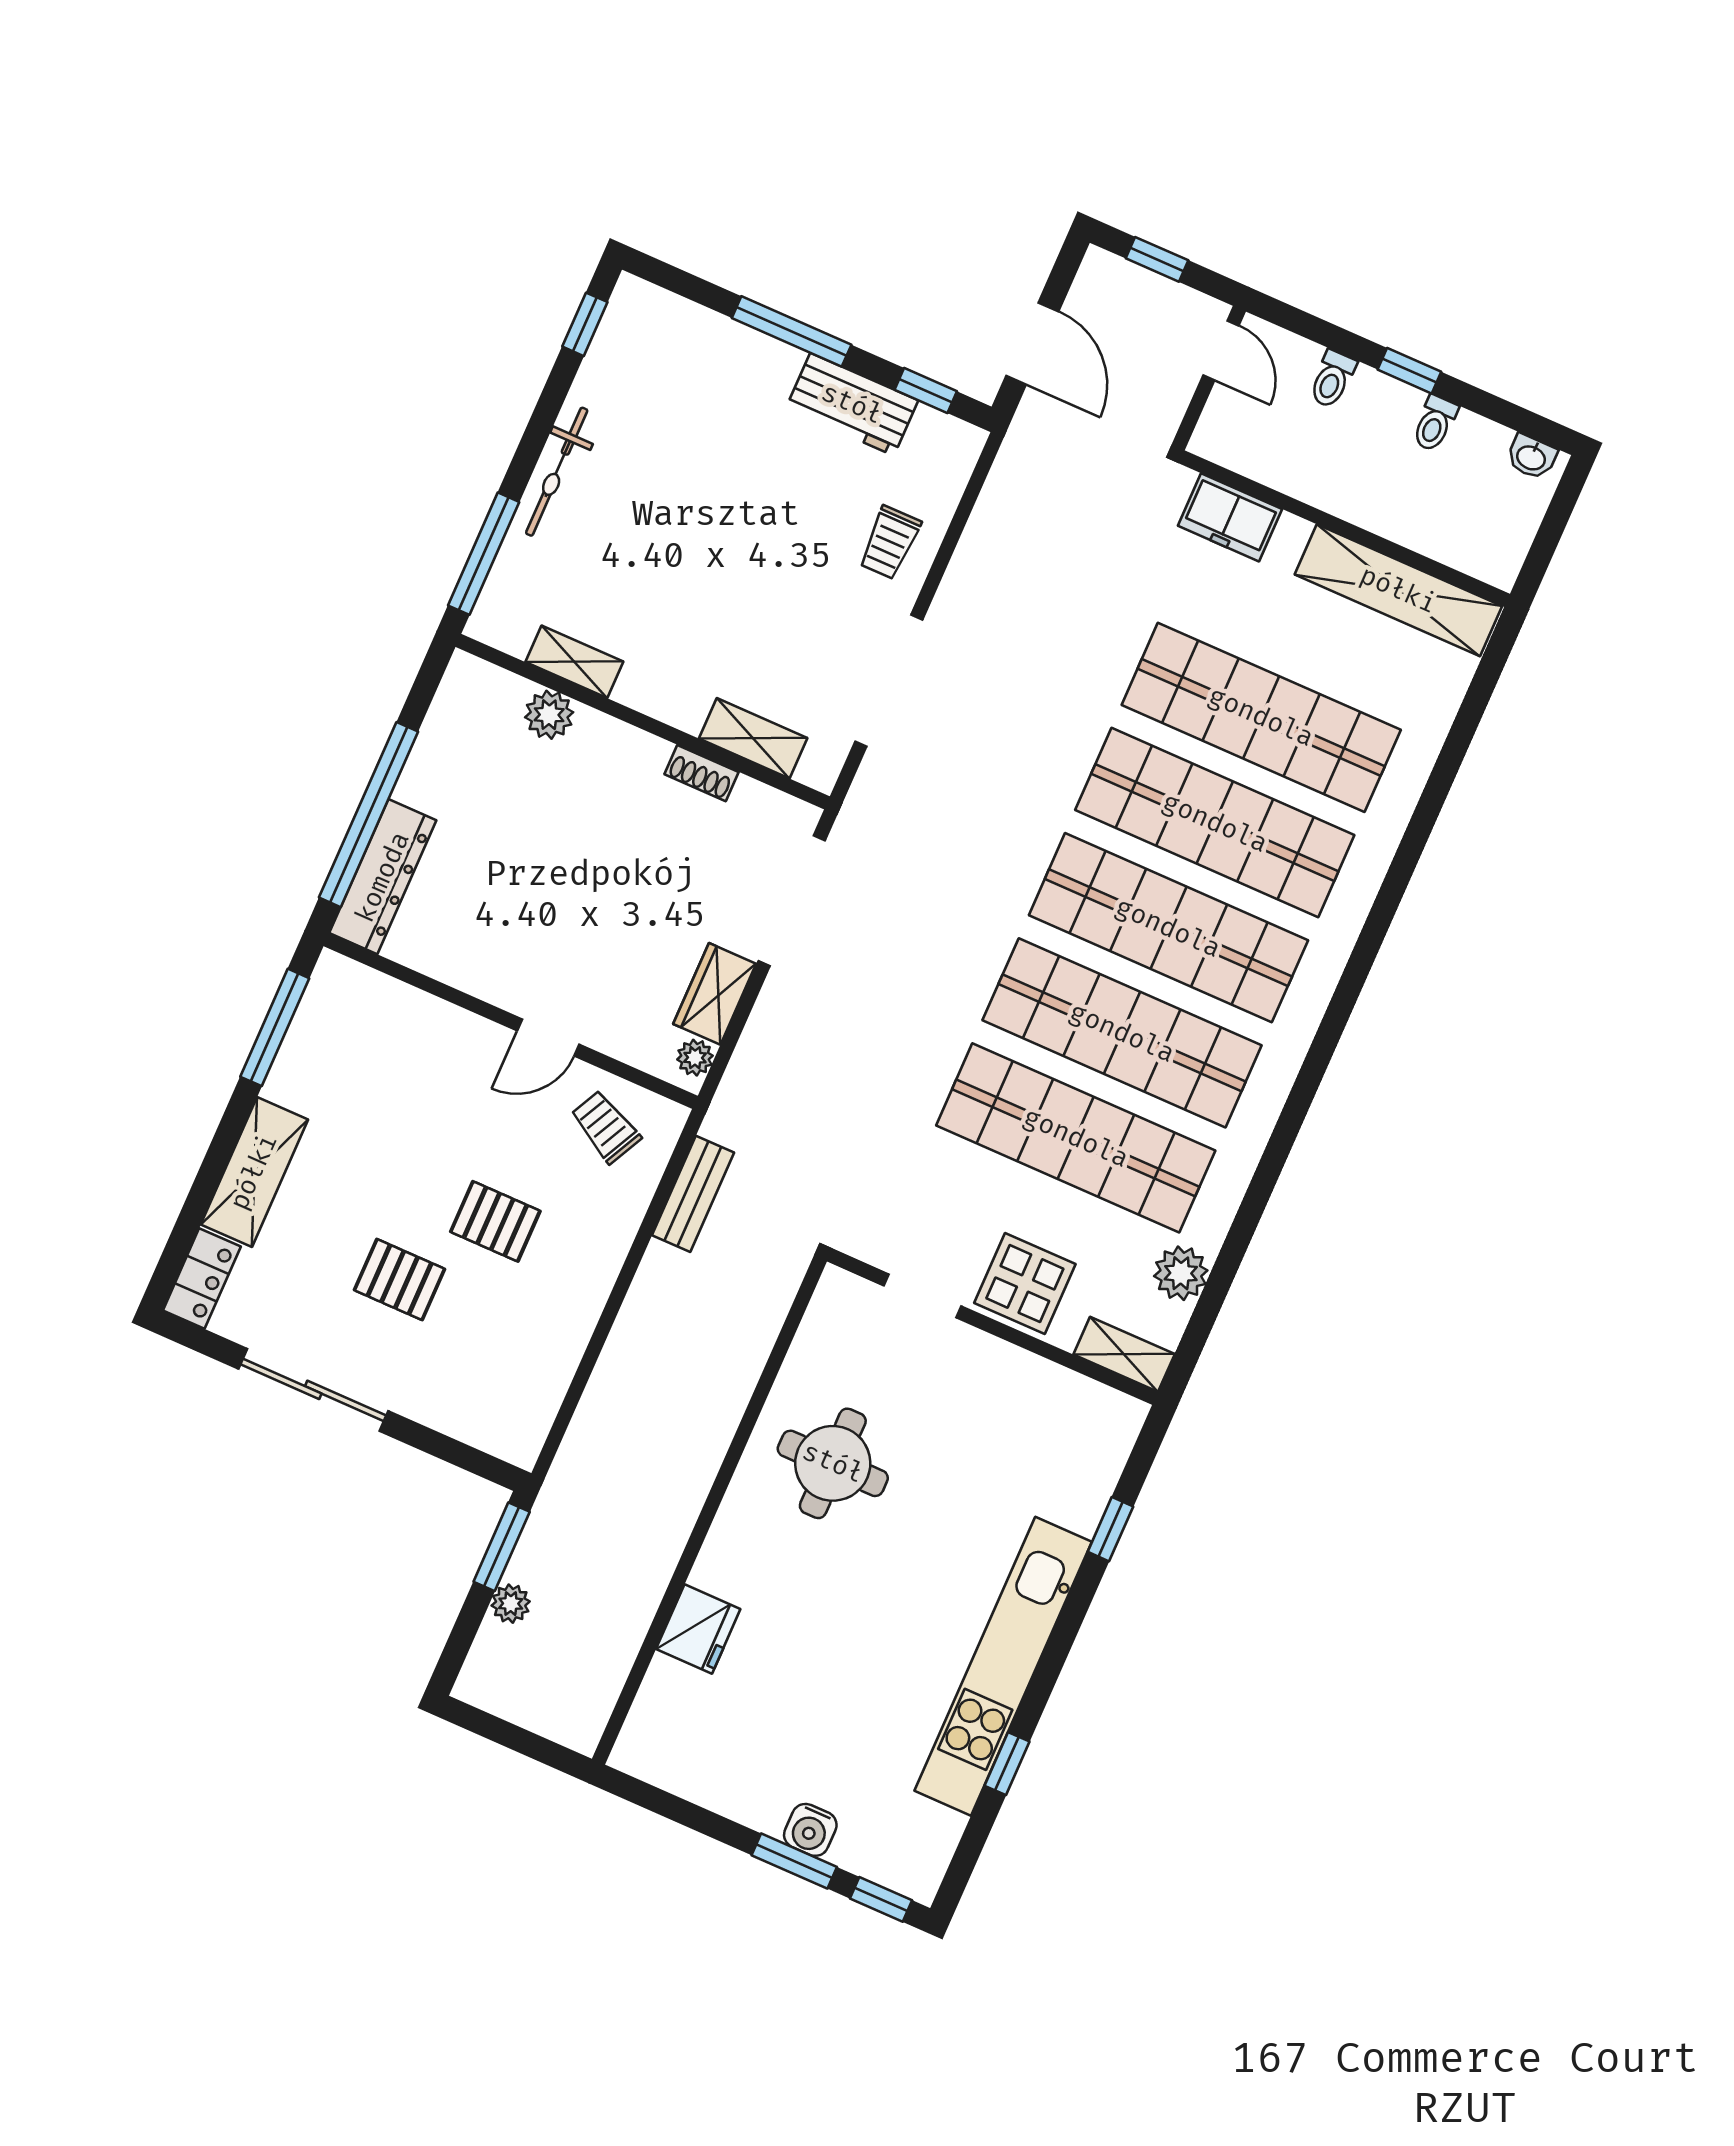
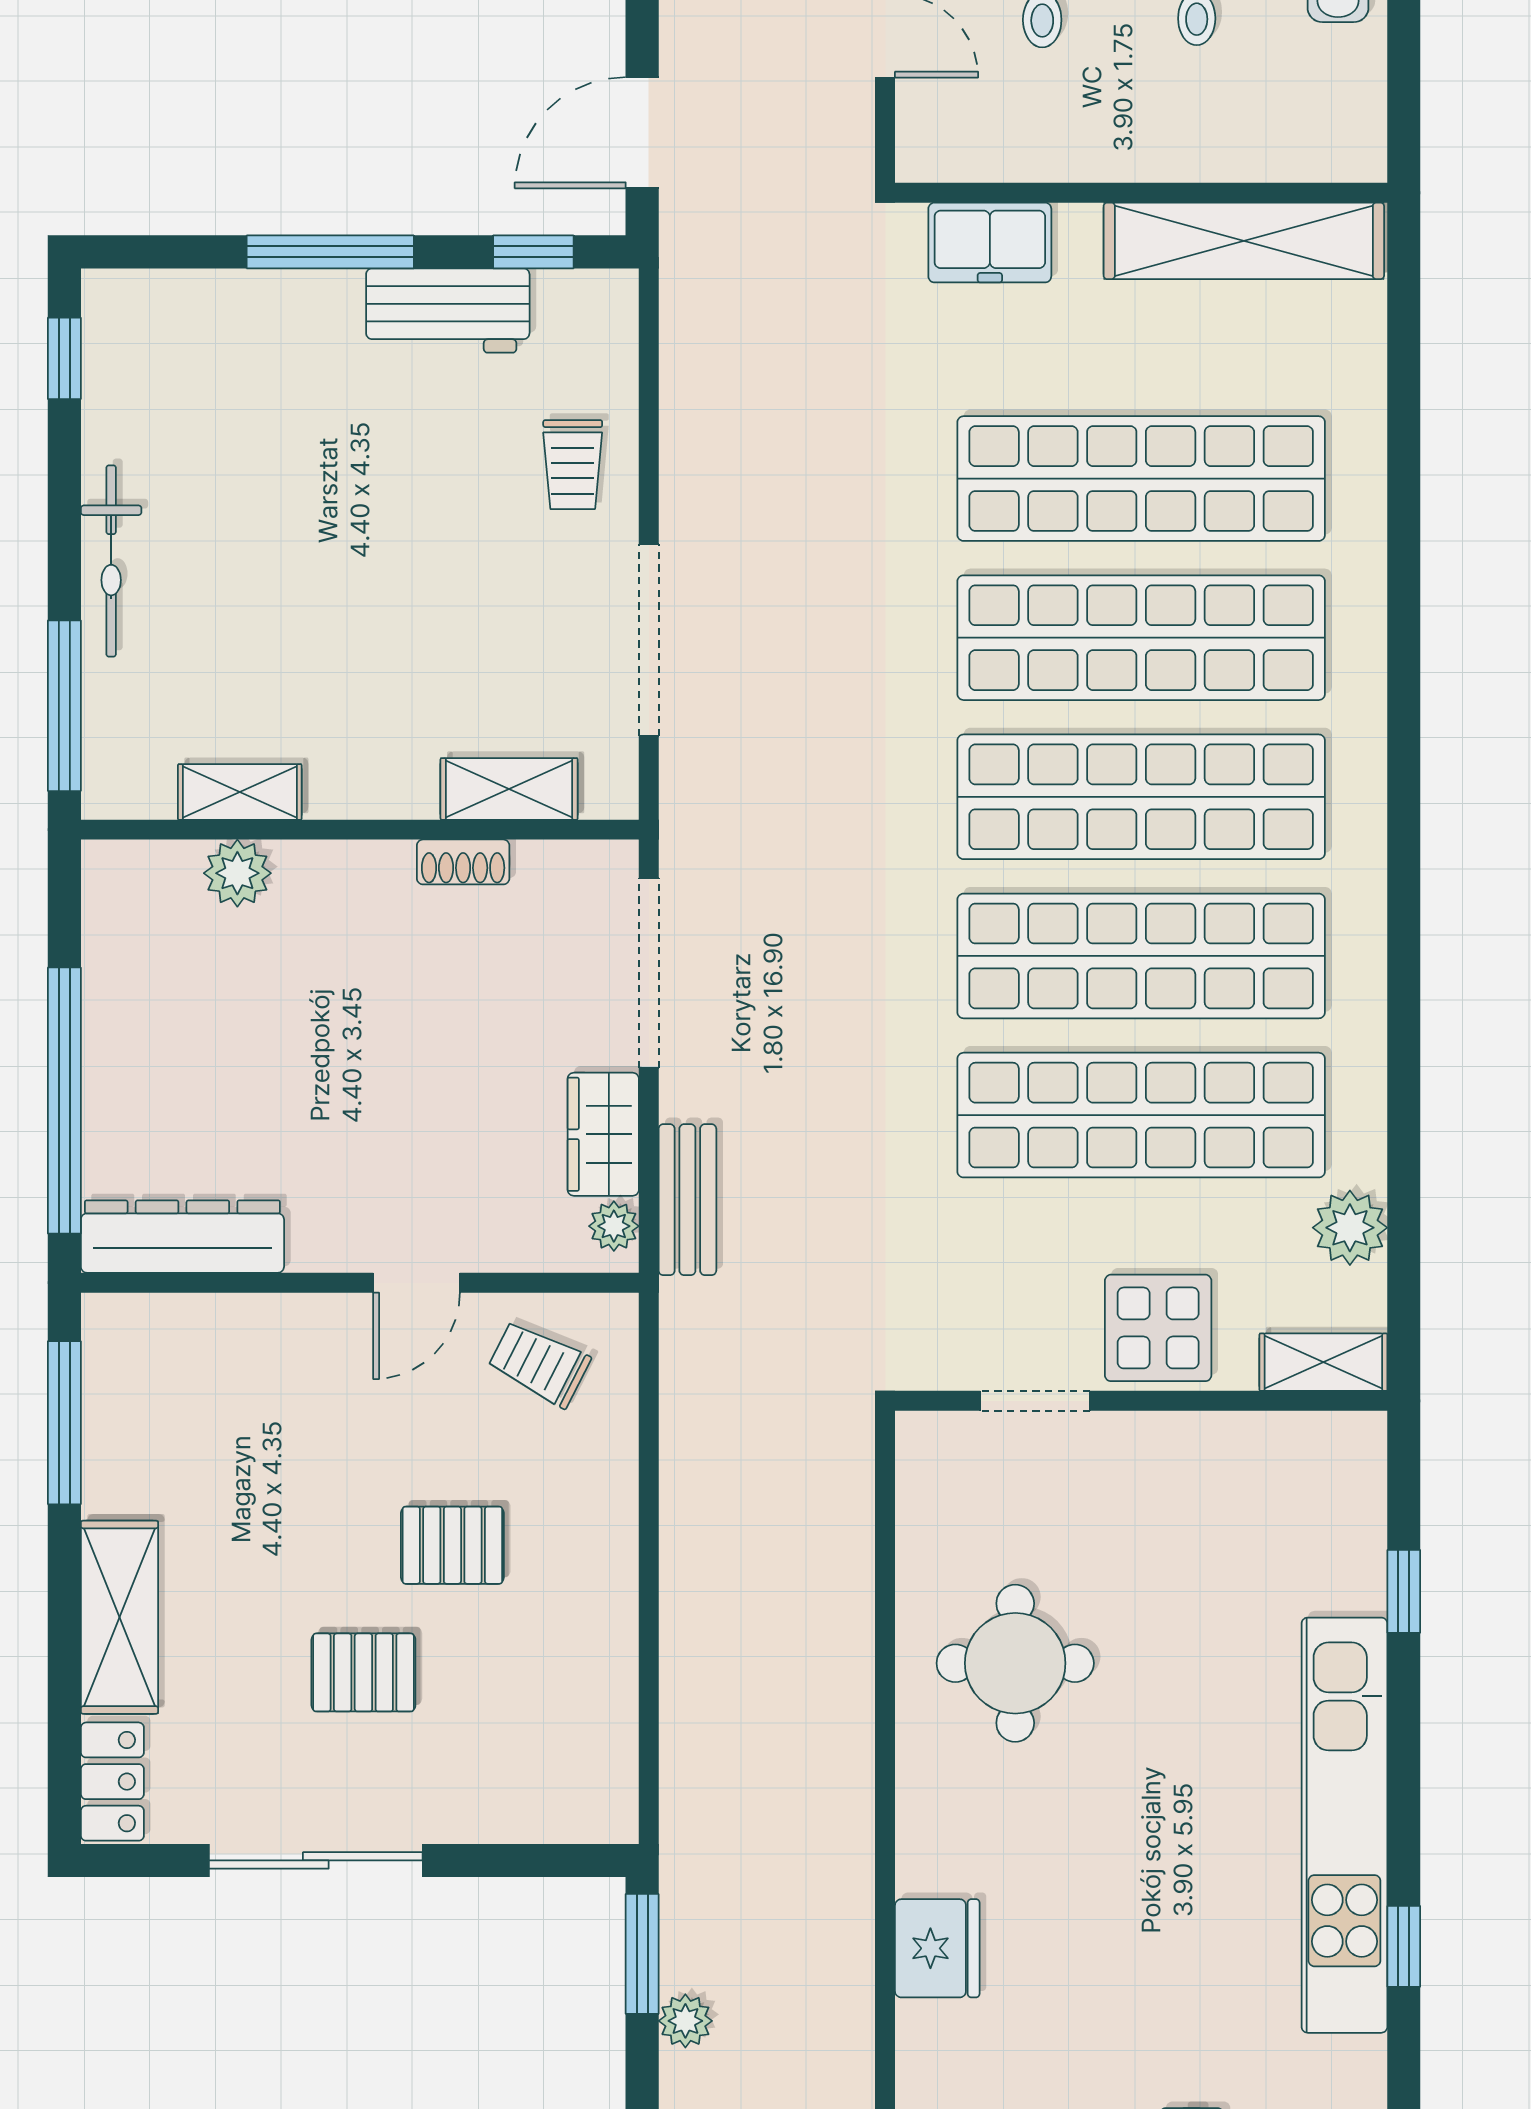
door: (1032, 344) -> (642, 133), swing flipped
dresser: (383, 877) -> (182, 1237), moved, turned -90
bench: (693, 1194) -> (687, 1200), moved

